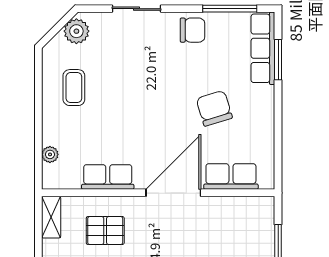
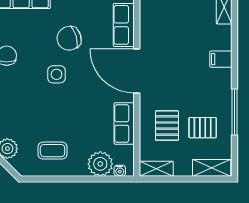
side table: (169, 92) -> (56, 74), added
plant: (50, 154) -> (100, 164), width x1.88, depth x1.88
water cooler: (49, 172) -> (120, 171), added

